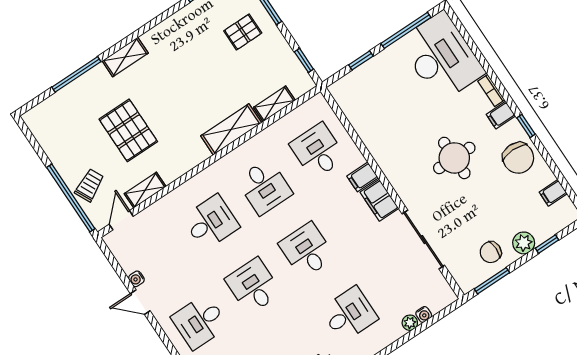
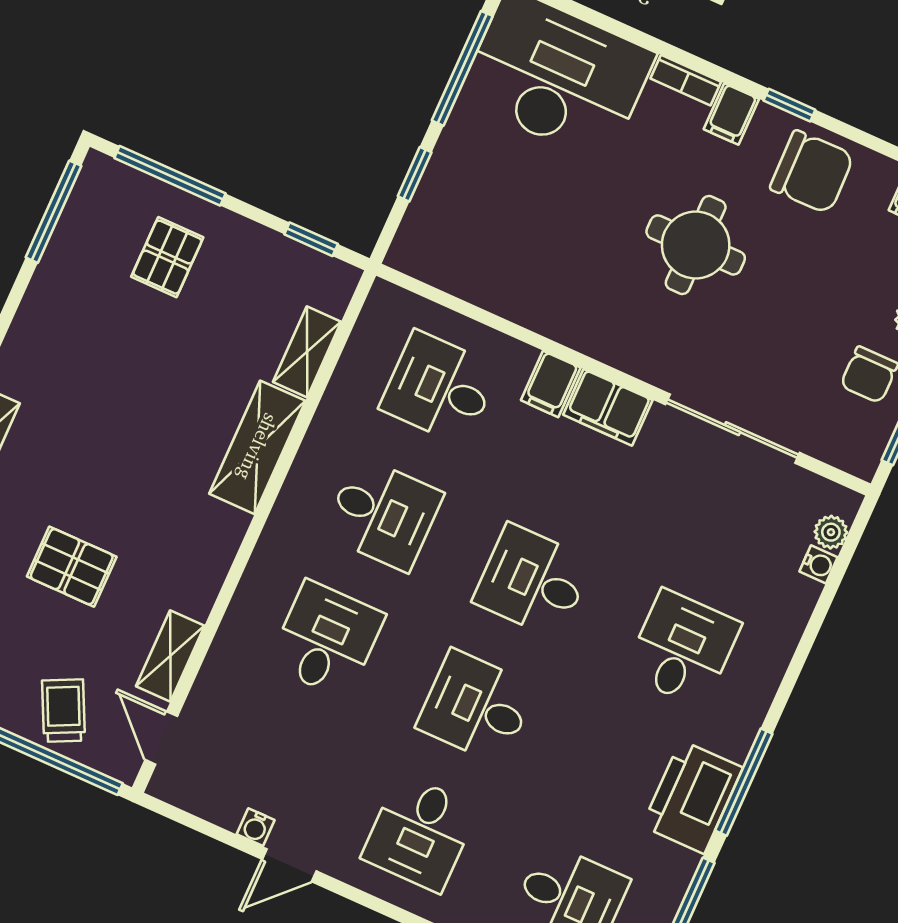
pallet: (128, 130) -> (72, 567), width x0.67, depth x0.71
plant: (410, 323) -> (831, 532), moved

